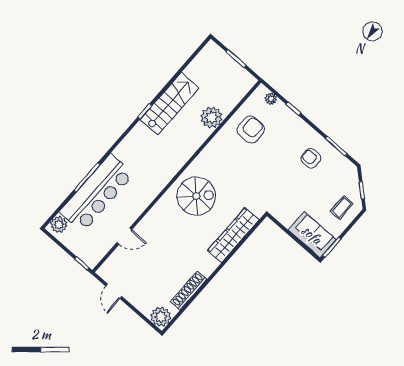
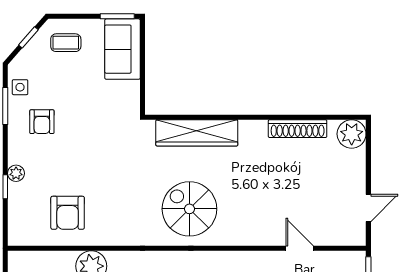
plant: (271, 99) -> (16, 173), moved
armchair: (251, 130) -> (68, 213), turned -90
side table: (339, 163) -> (20, 87), added

